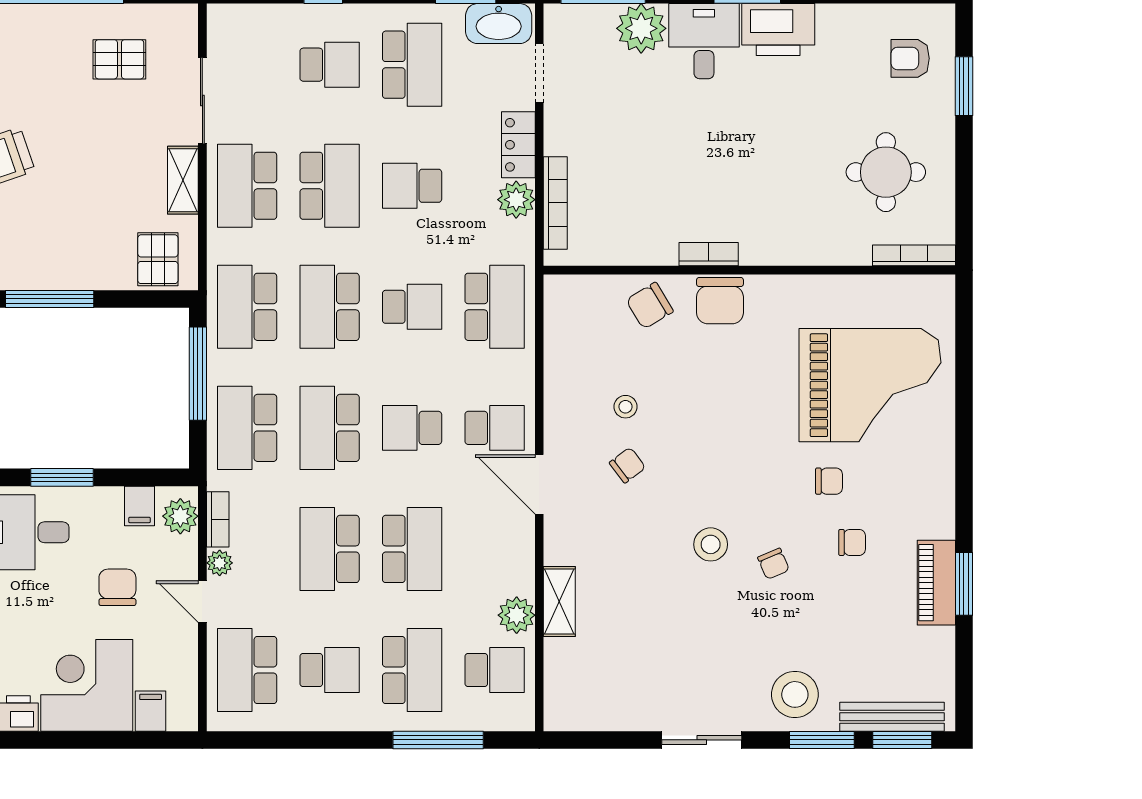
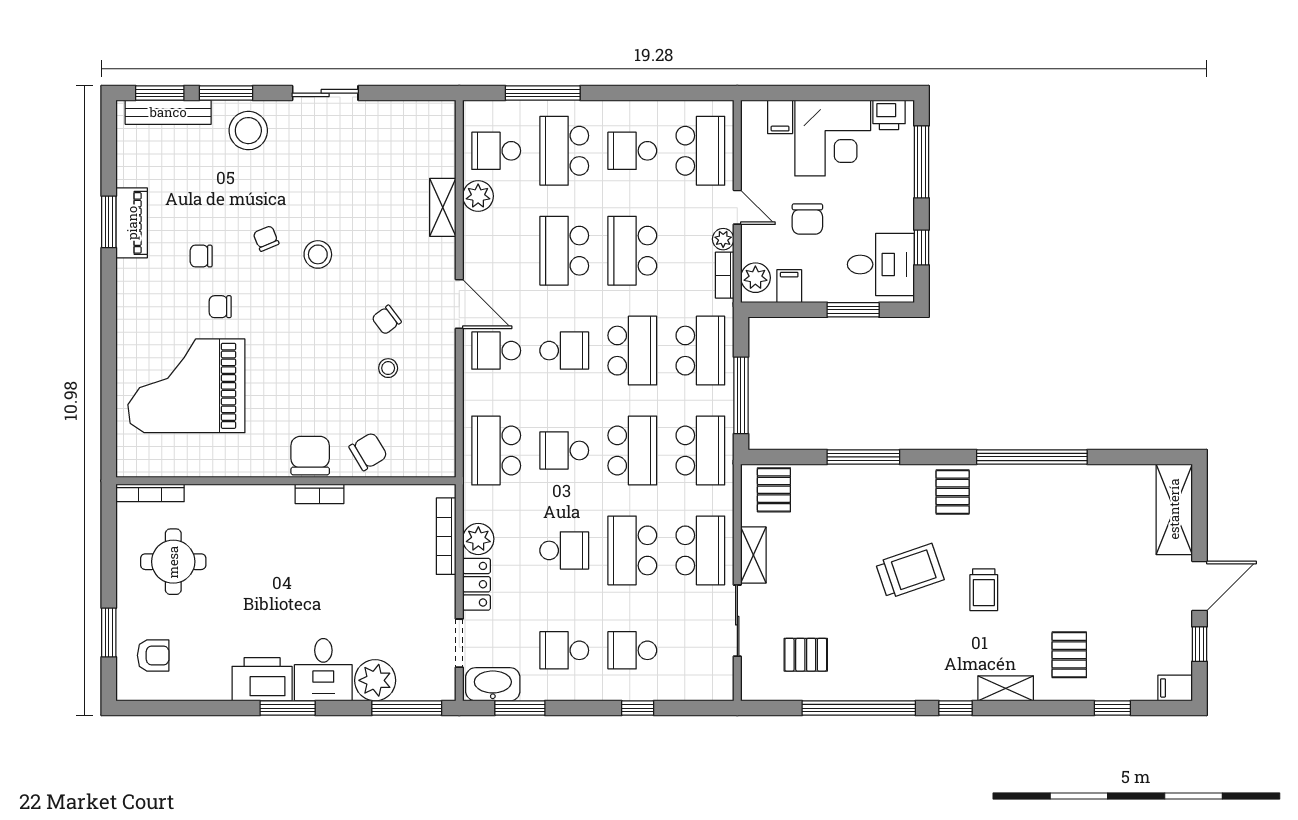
school desk: (412, 65) -> (564, 650), width x0.54
school desk: (330, 549) -> (632, 251), turned 180

